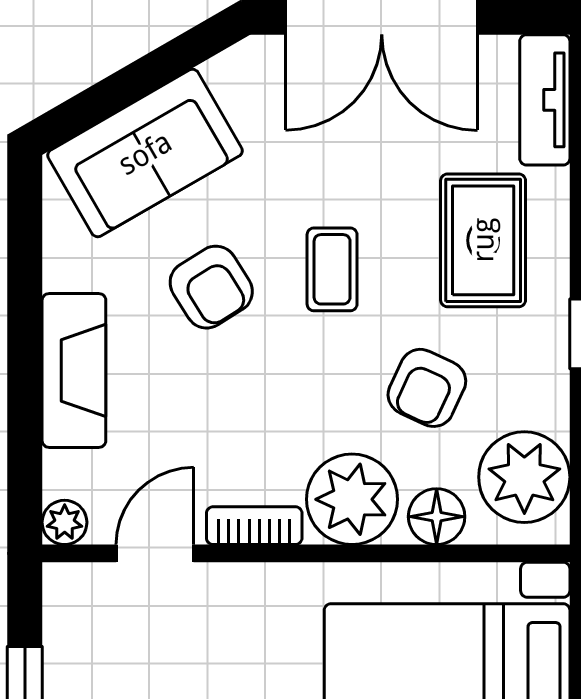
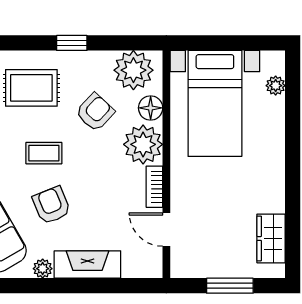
armchair: (211, 287) -> (51, 205), turned -80
armchair: (427, 388) -> (95, 112), turned -72
plant: (65, 522) -> (43, 269), moved

